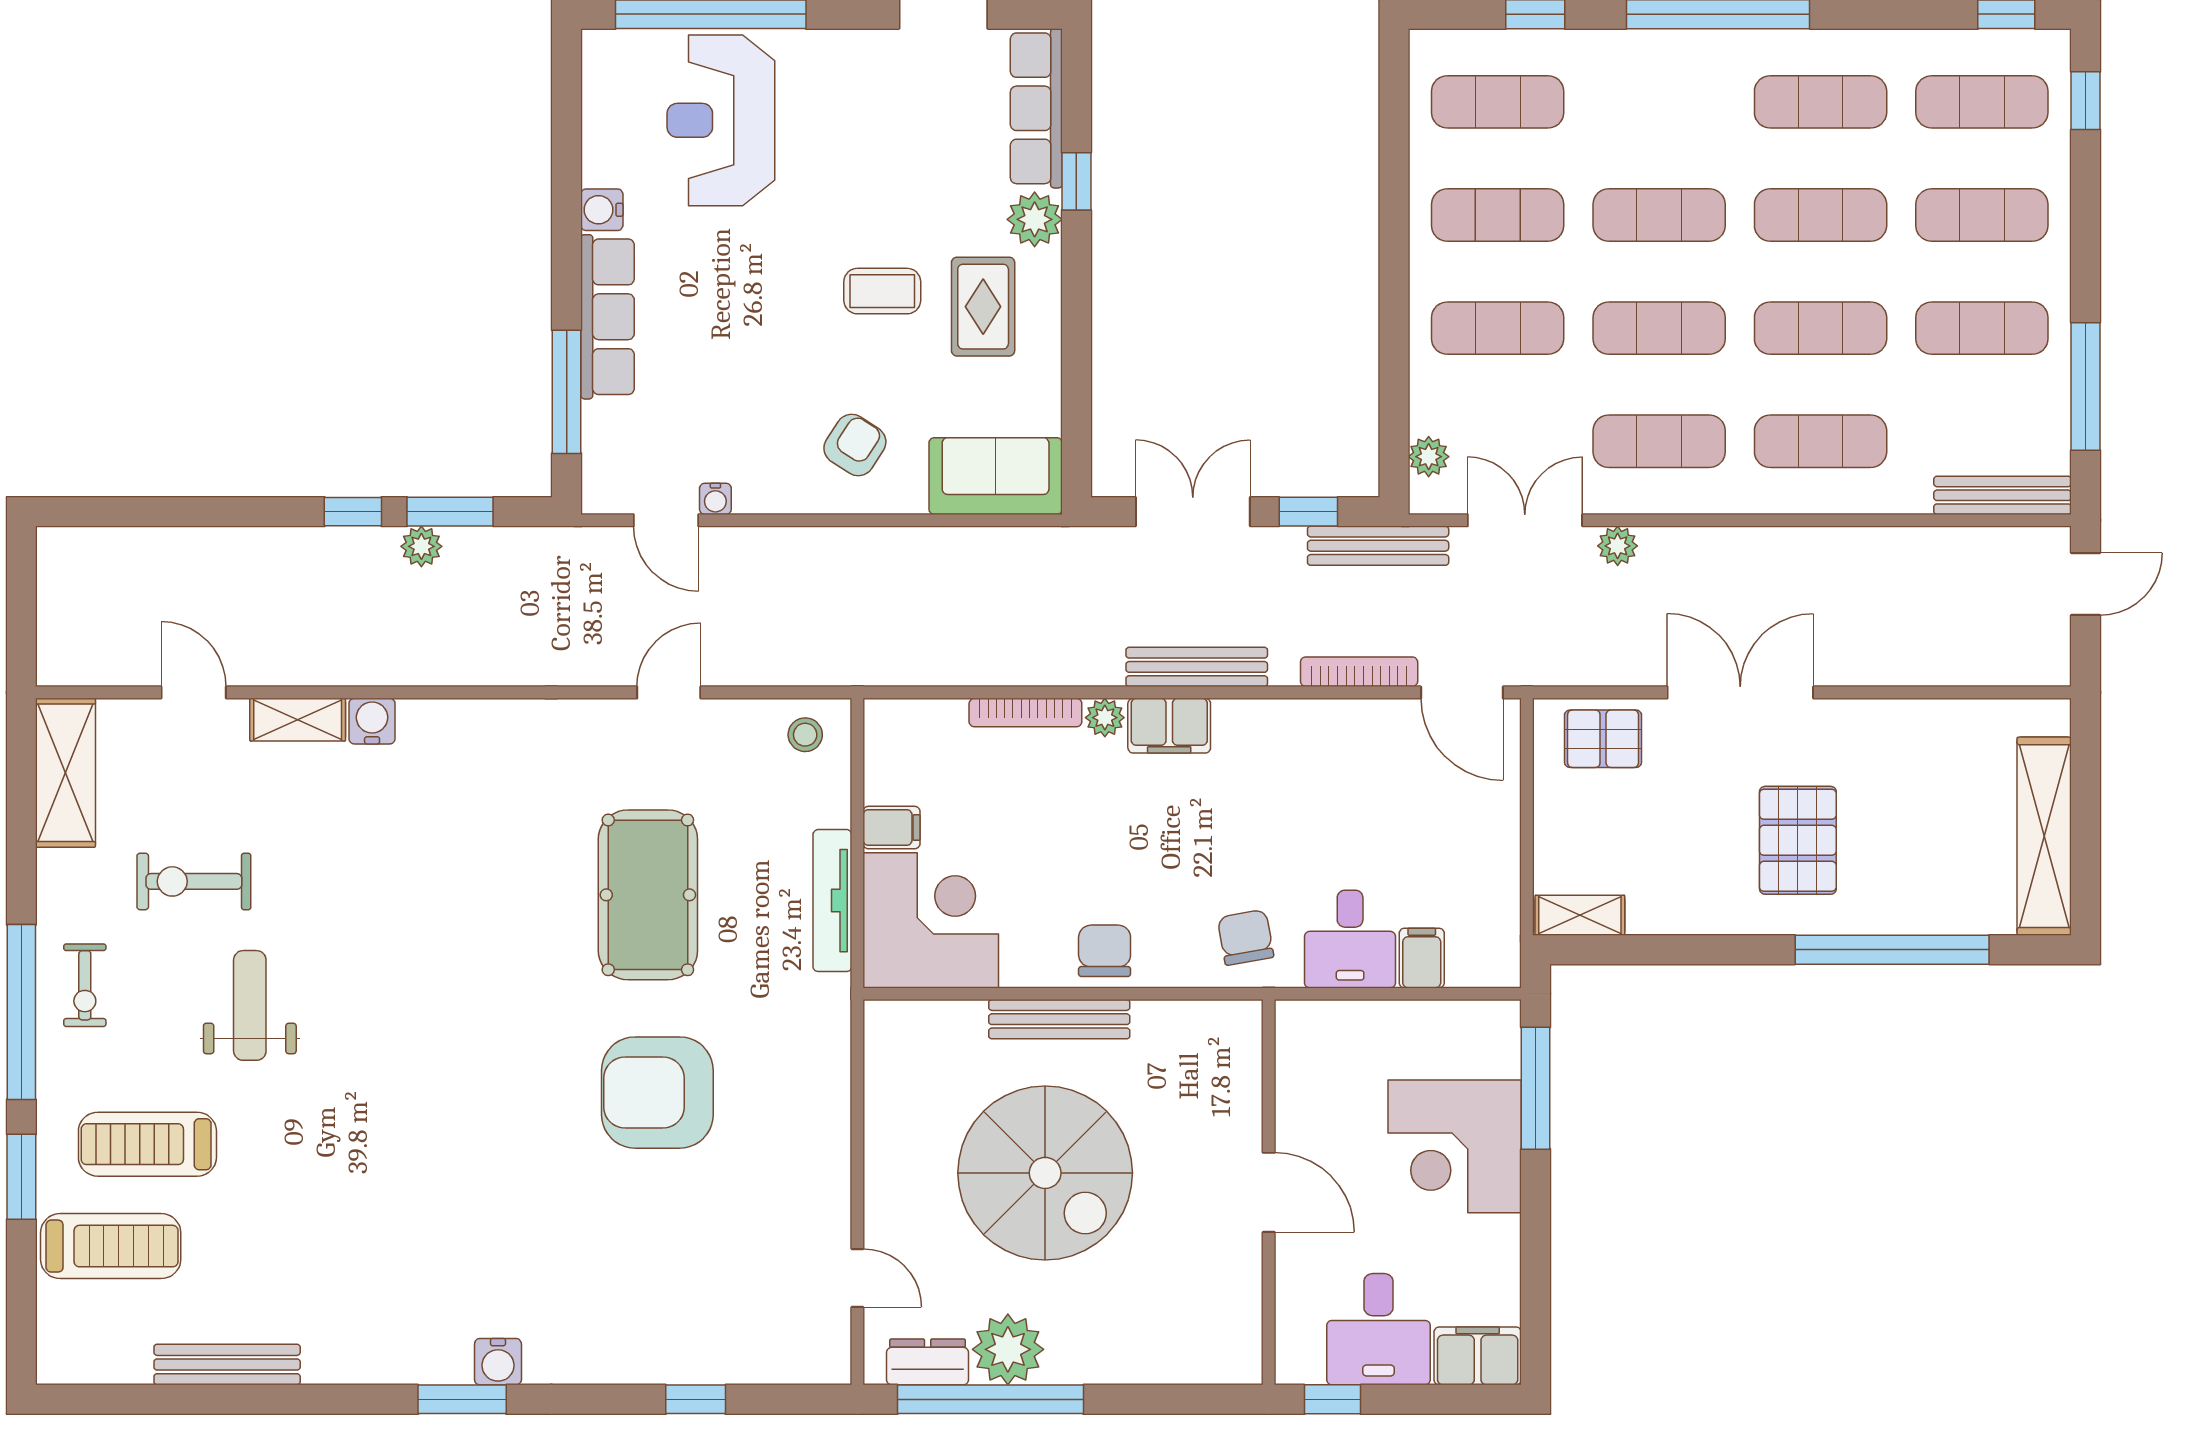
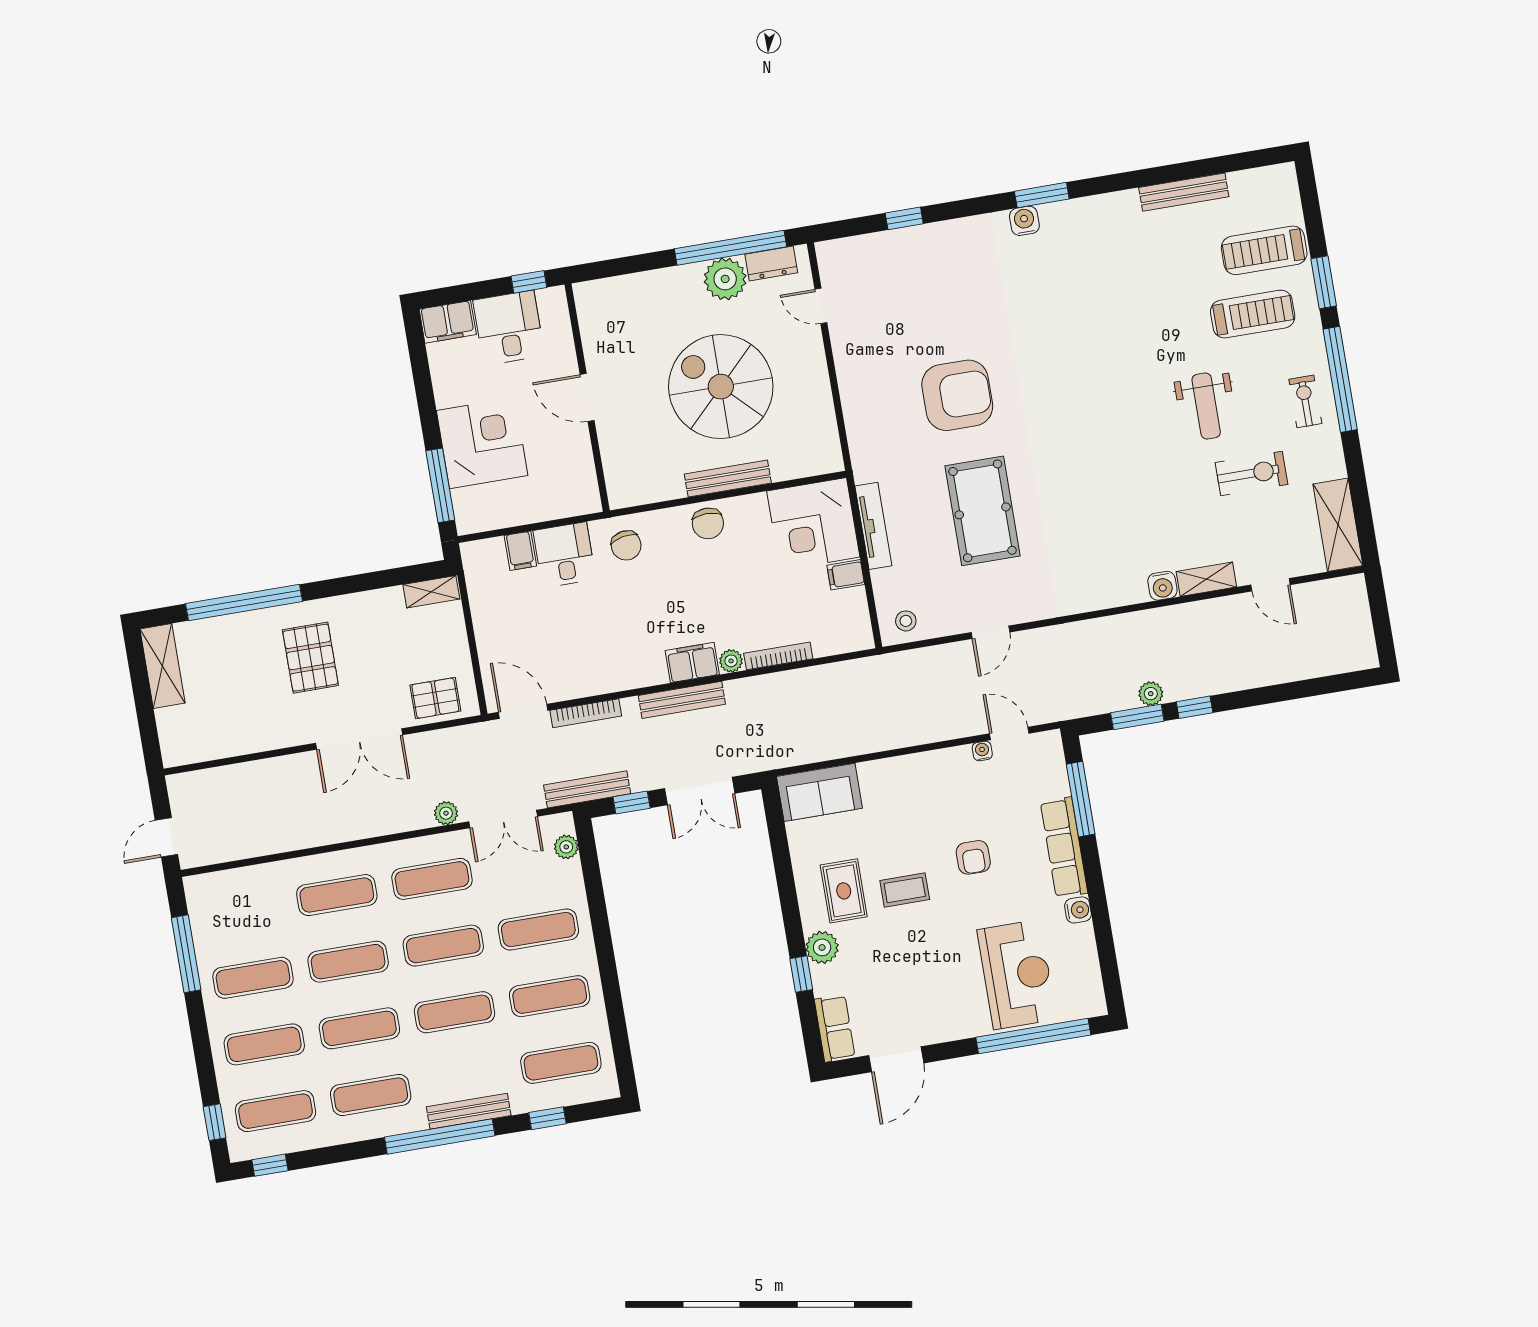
row of seats: (1036, 108) -> (835, 1028), width x0.68
armchair: (855, 445) -> (973, 857), moved, turned -33
bench: (2003, 495) -> (469, 1111), moved
shelving: (2044, 836) -> (163, 666), width x0.68

